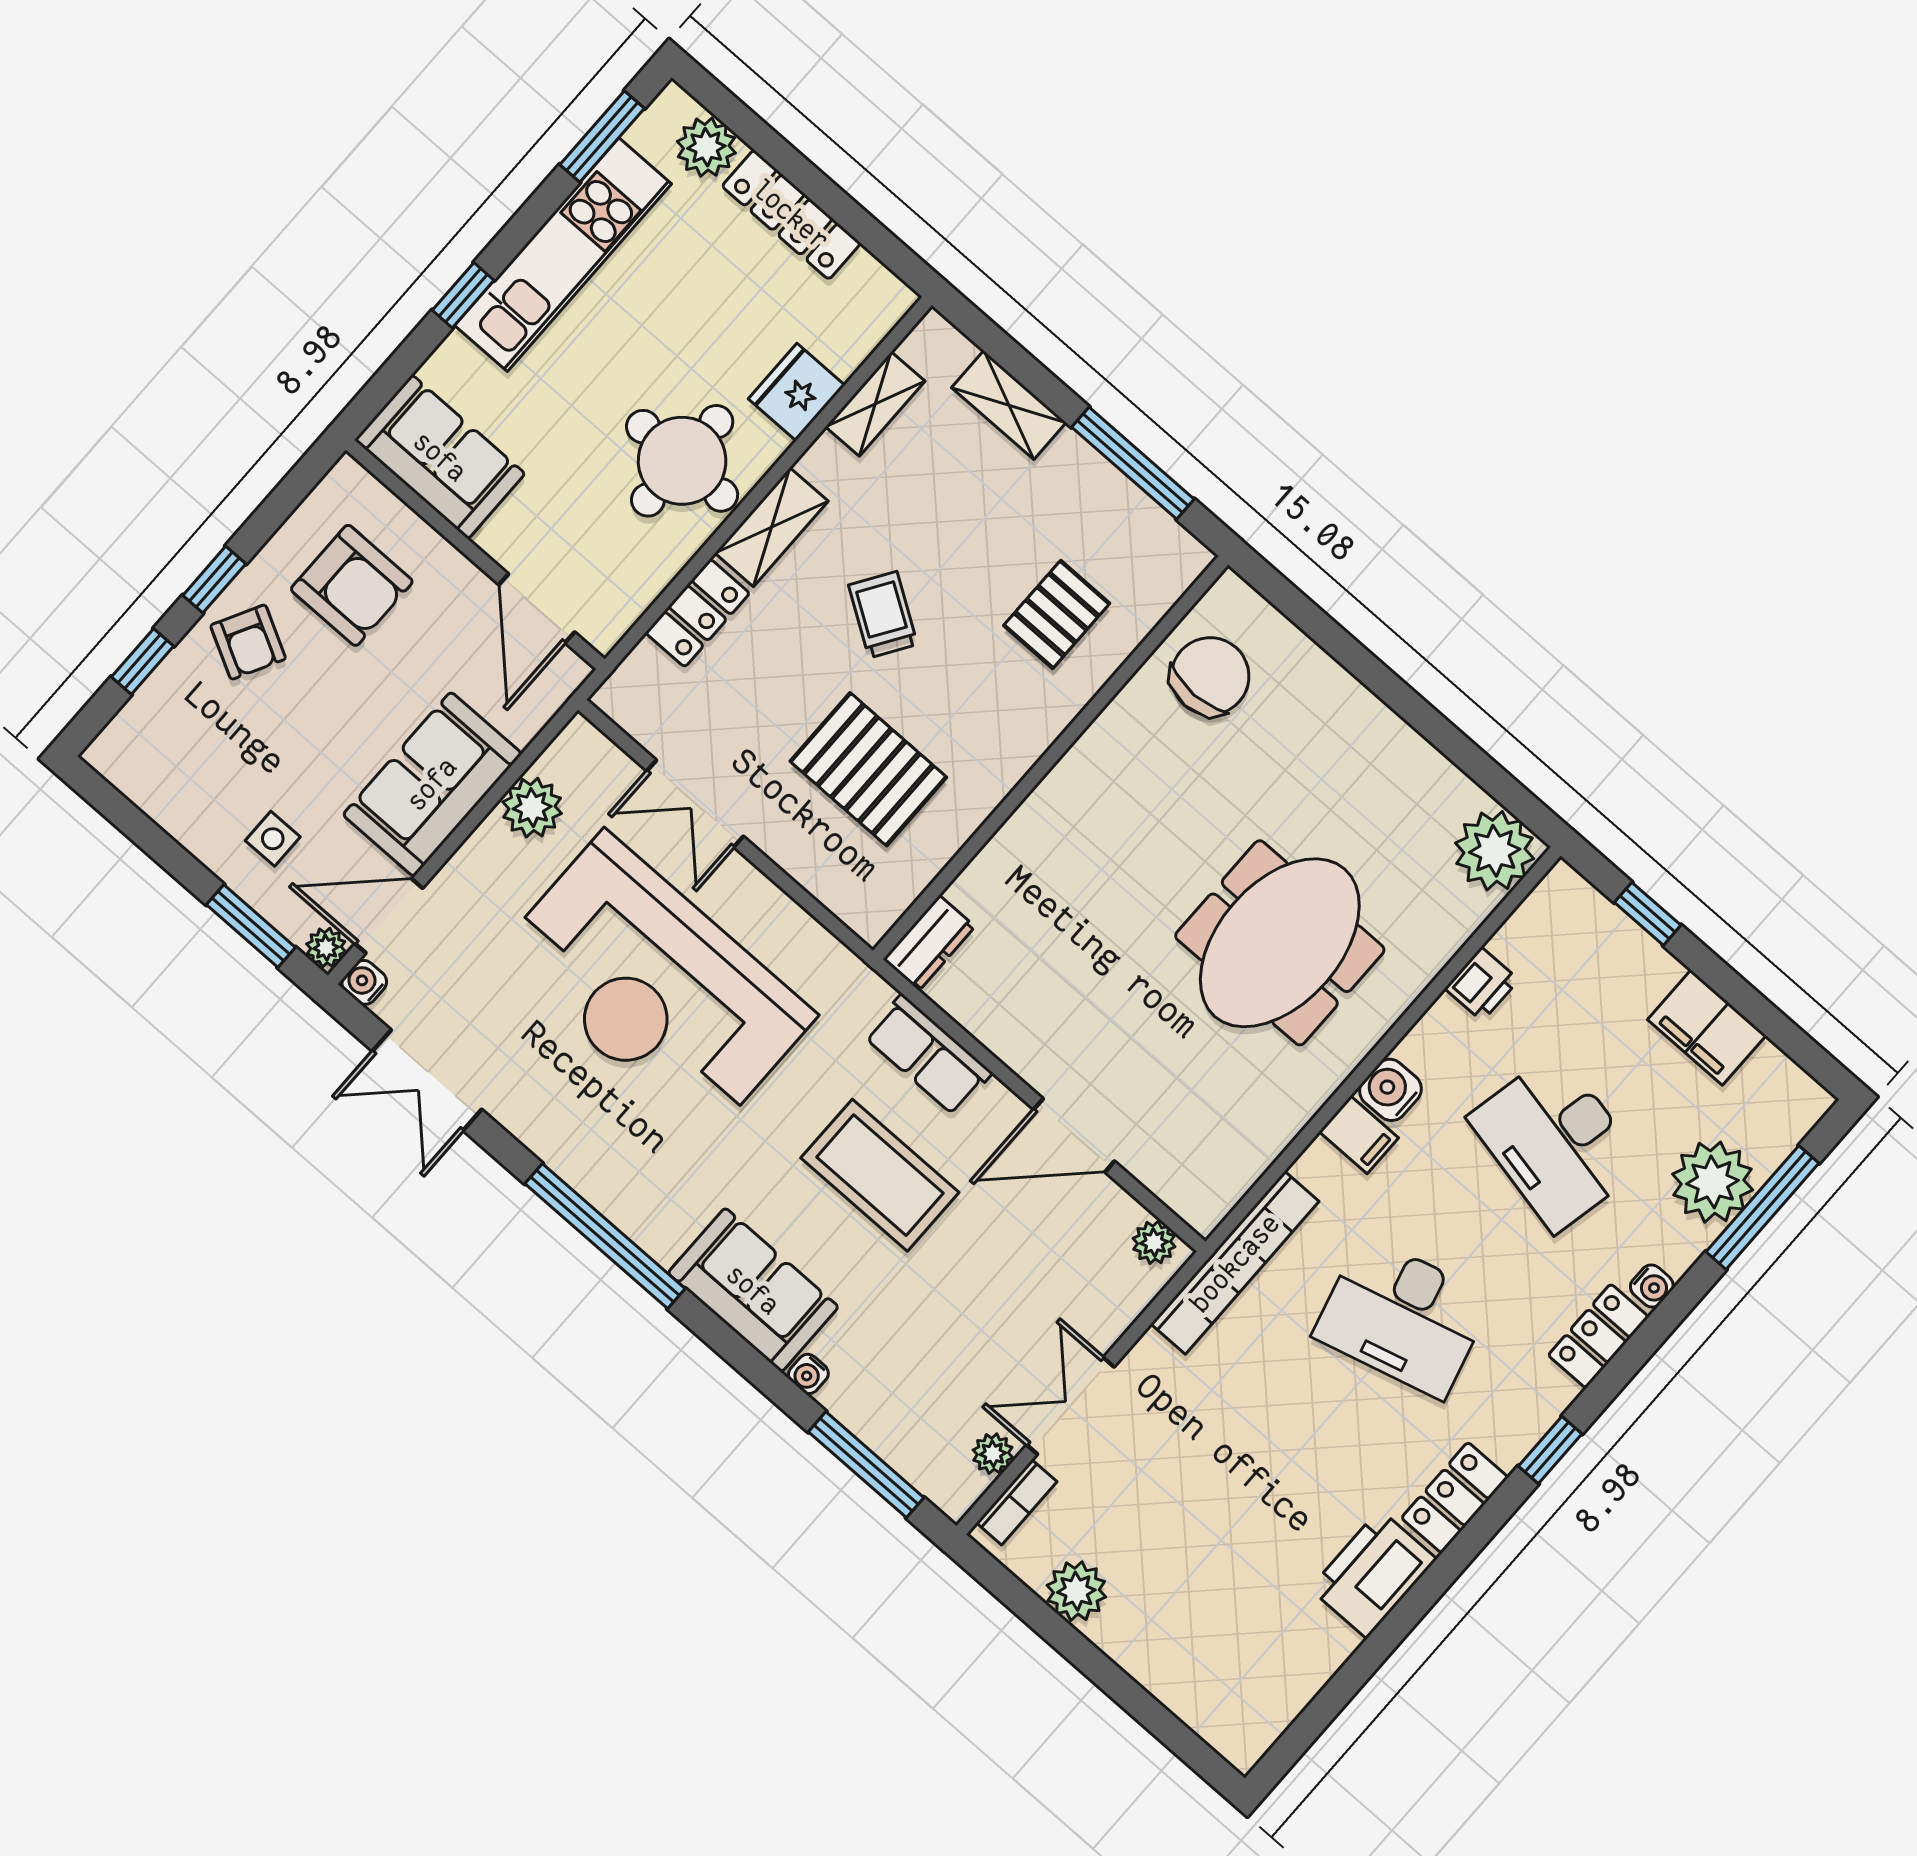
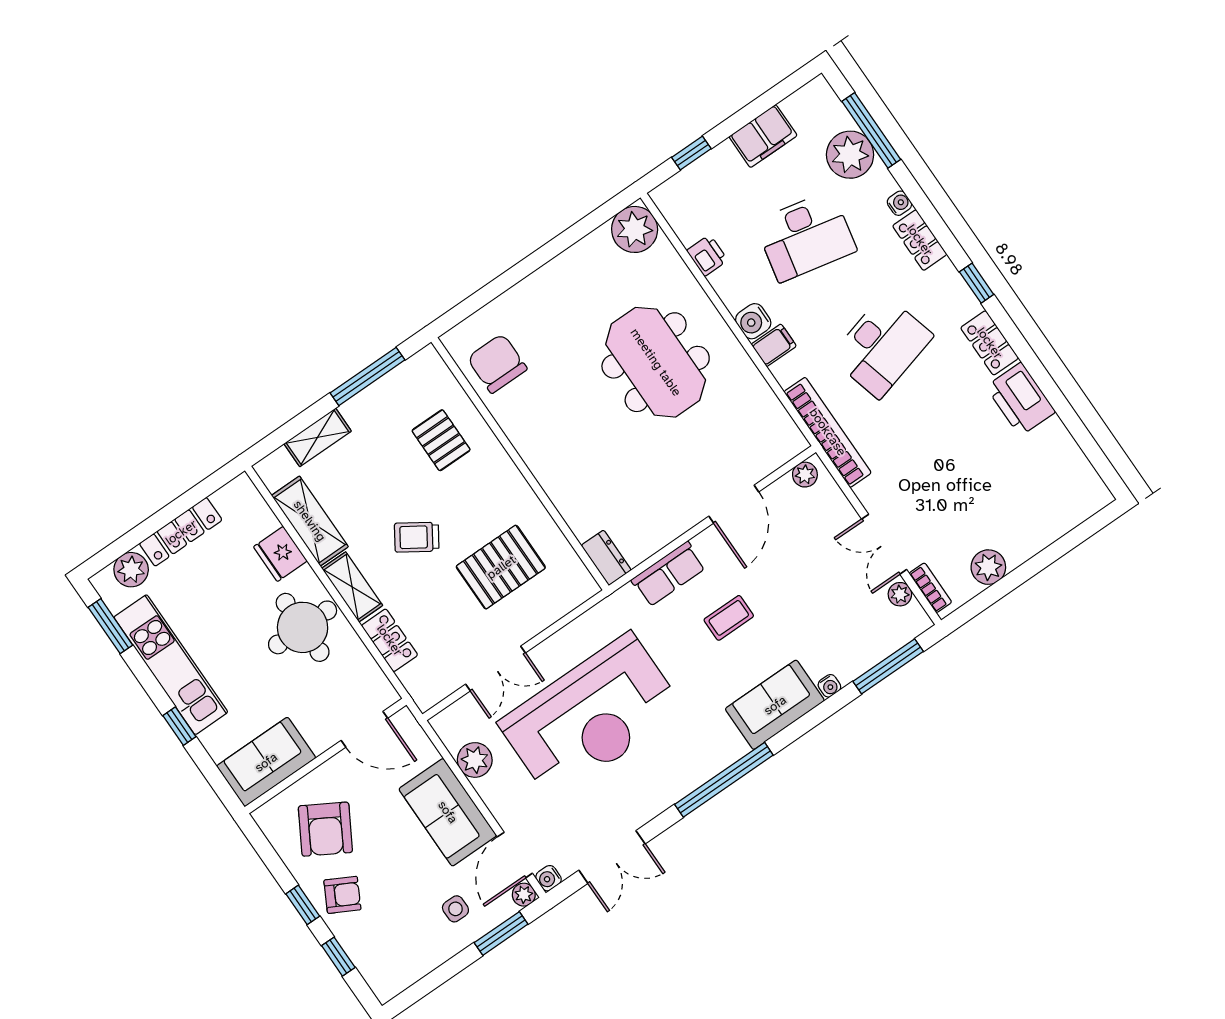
shelving: (875, 404) -> (310, 521), width x1.50, depth x1.33
armchair: (352, 585) -> (325, 829), turned 120
coffee table: (880, 1175) -> (729, 618), width x0.54, depth x0.58

